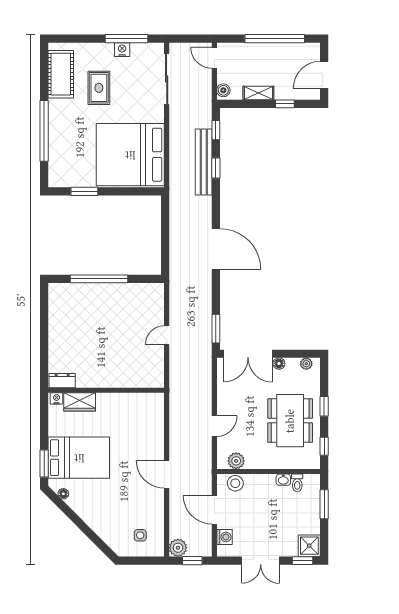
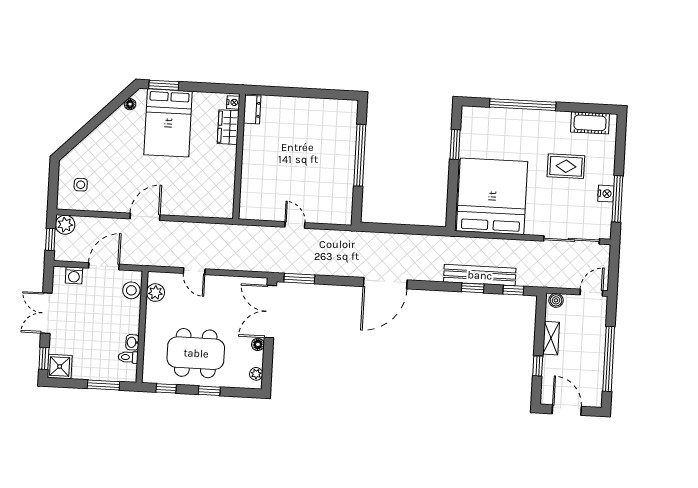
cot: (61, 74) -> (590, 123), width x0.73, depth x0.75

